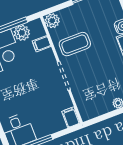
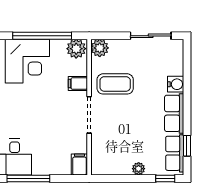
plant: (22, 33) -> (76, 49), moved
filing cabinet: (42, 44) -> (78, 84), moved

